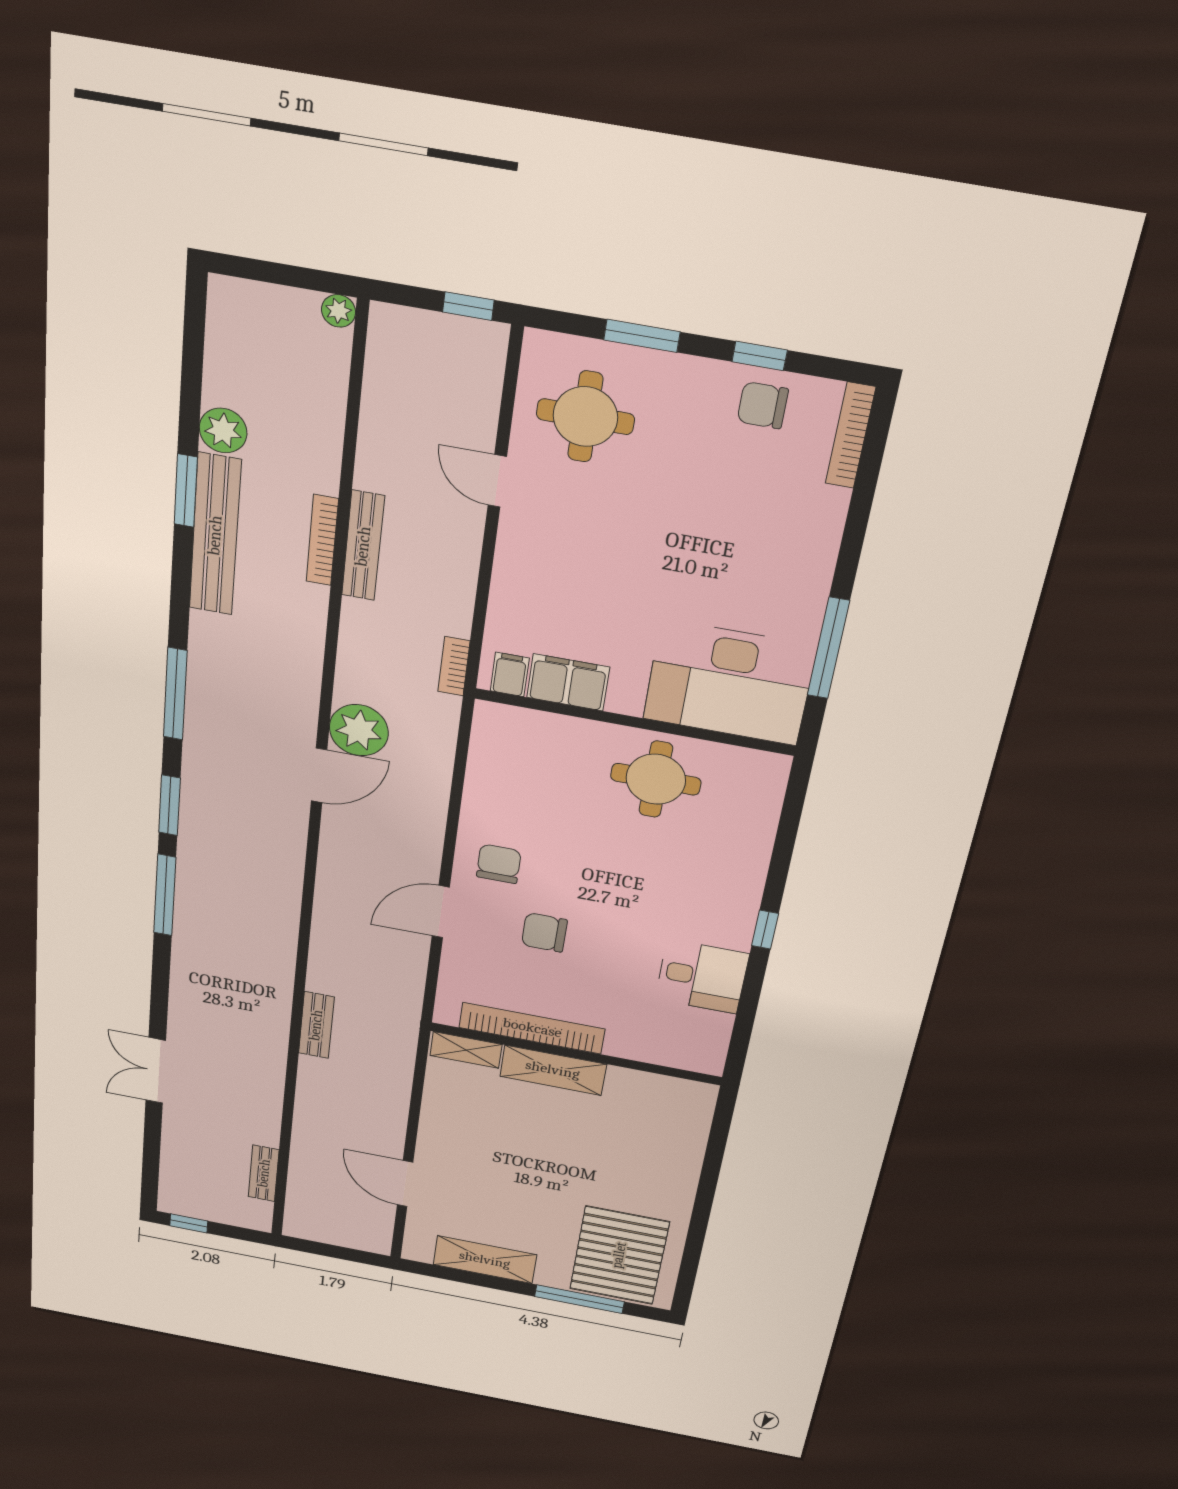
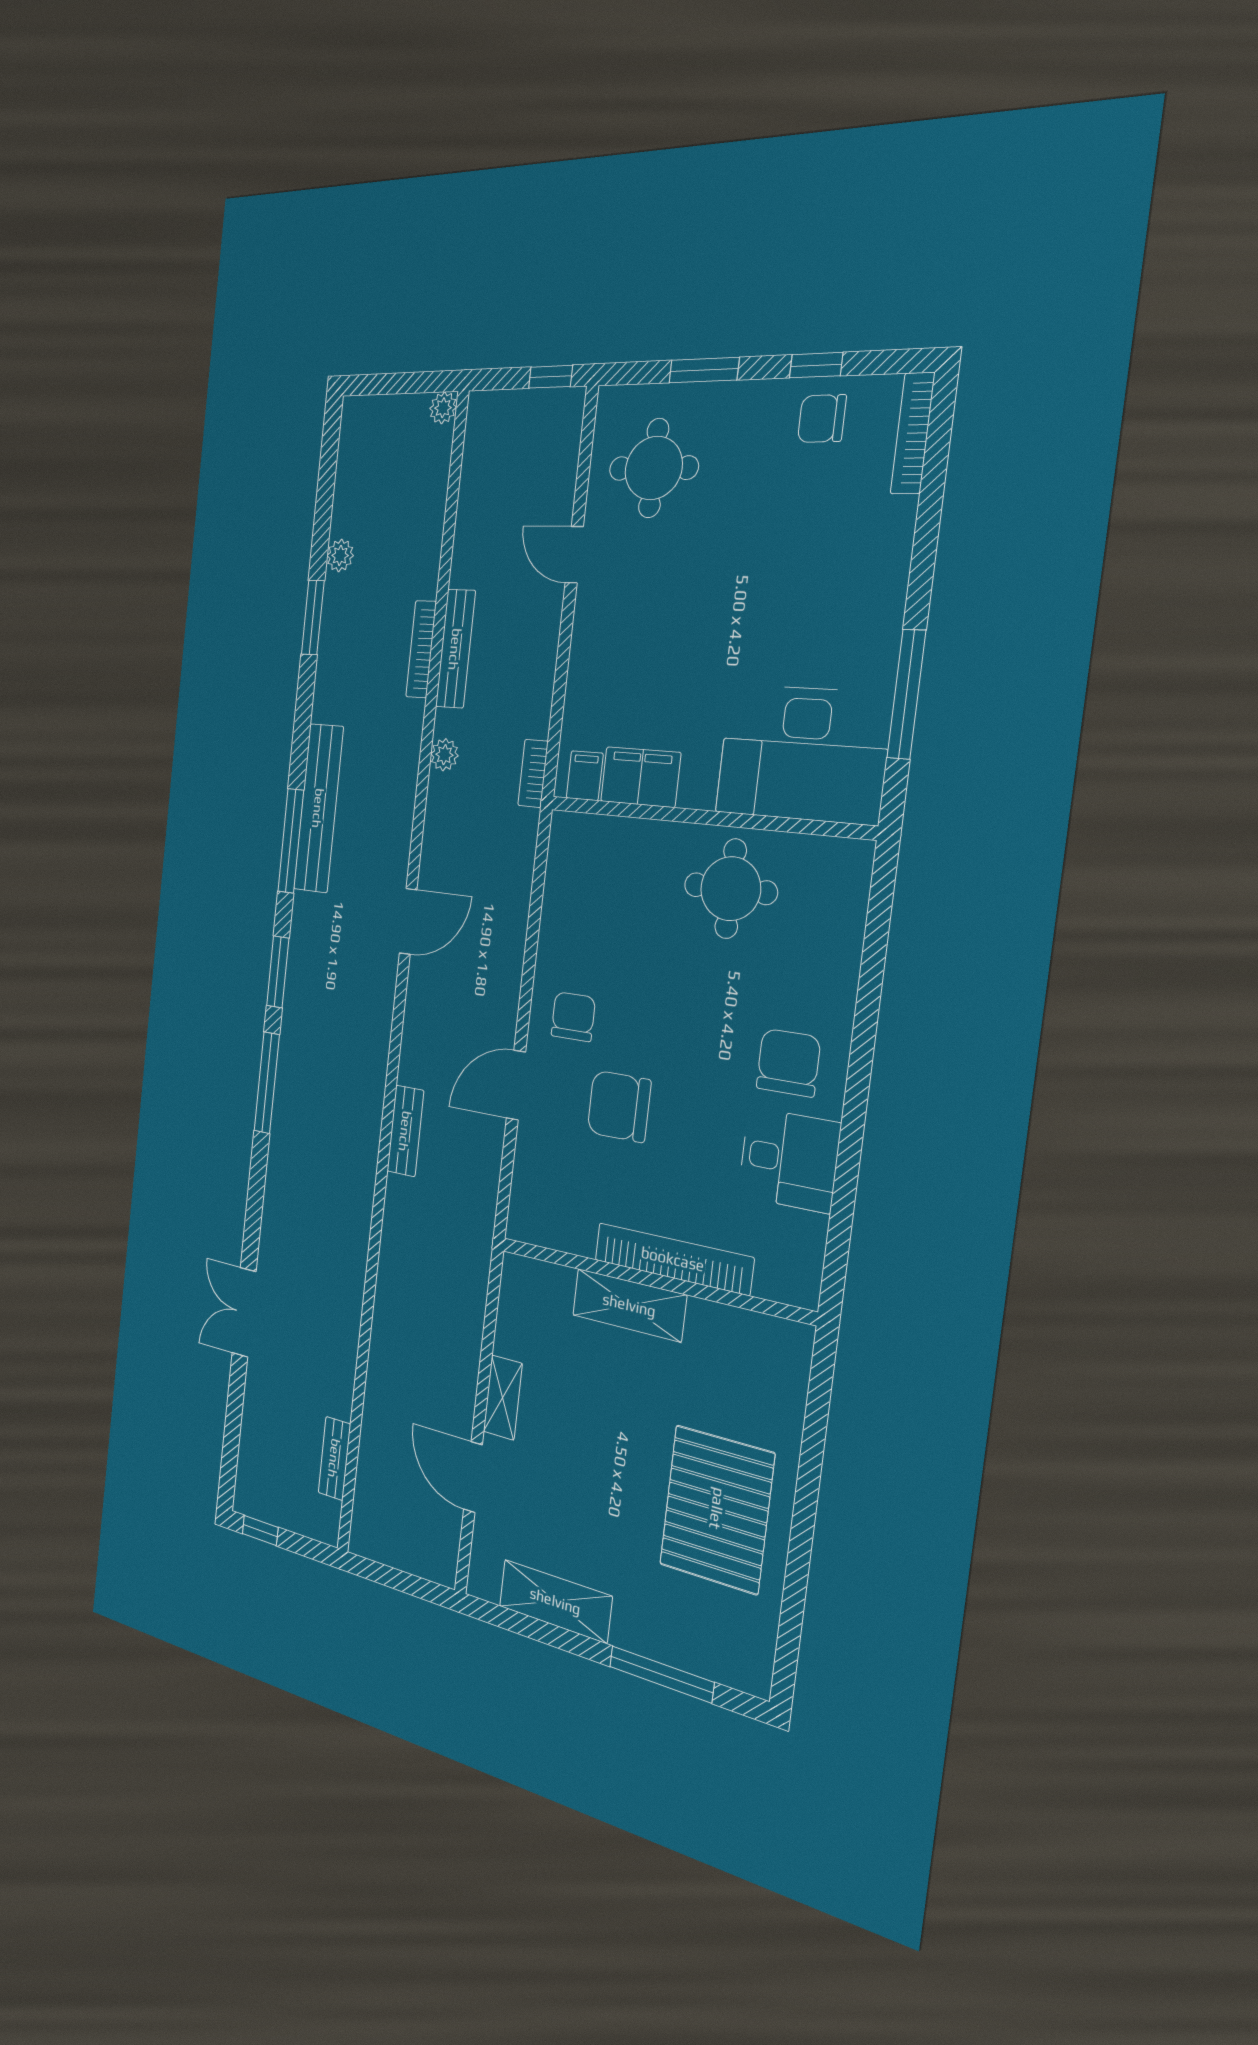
plant: (223, 431) -> (340, 555), width x0.73, depth x0.73
bench: (215, 535) -> (318, 808), moved
plant: (359, 730) -> (444, 755), moved, width x0.53, depth x0.53
chair: (704, 910) -> (788, 1063), added
window: (765, 930) -> (858, 1086), removed
chair: (544, 932) -> (619, 1106), width x1.37, depth x1.37
bench: (316, 1025) -> (405, 1131), moved
bookcase: (532, 1028) -> (673, 1259), moved
shelving: (466, 1050) -> (503, 1397), moved, turned 90
pallet: (619, 1255) -> (717, 1509), moved

